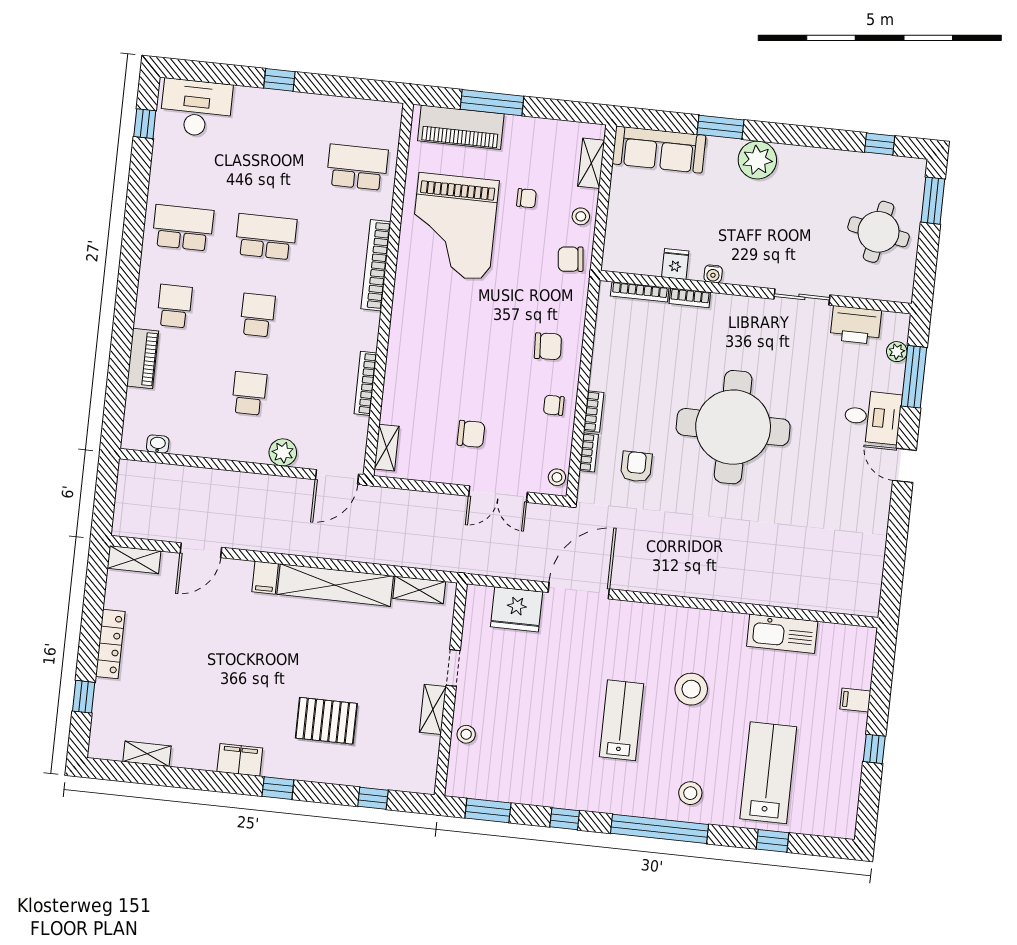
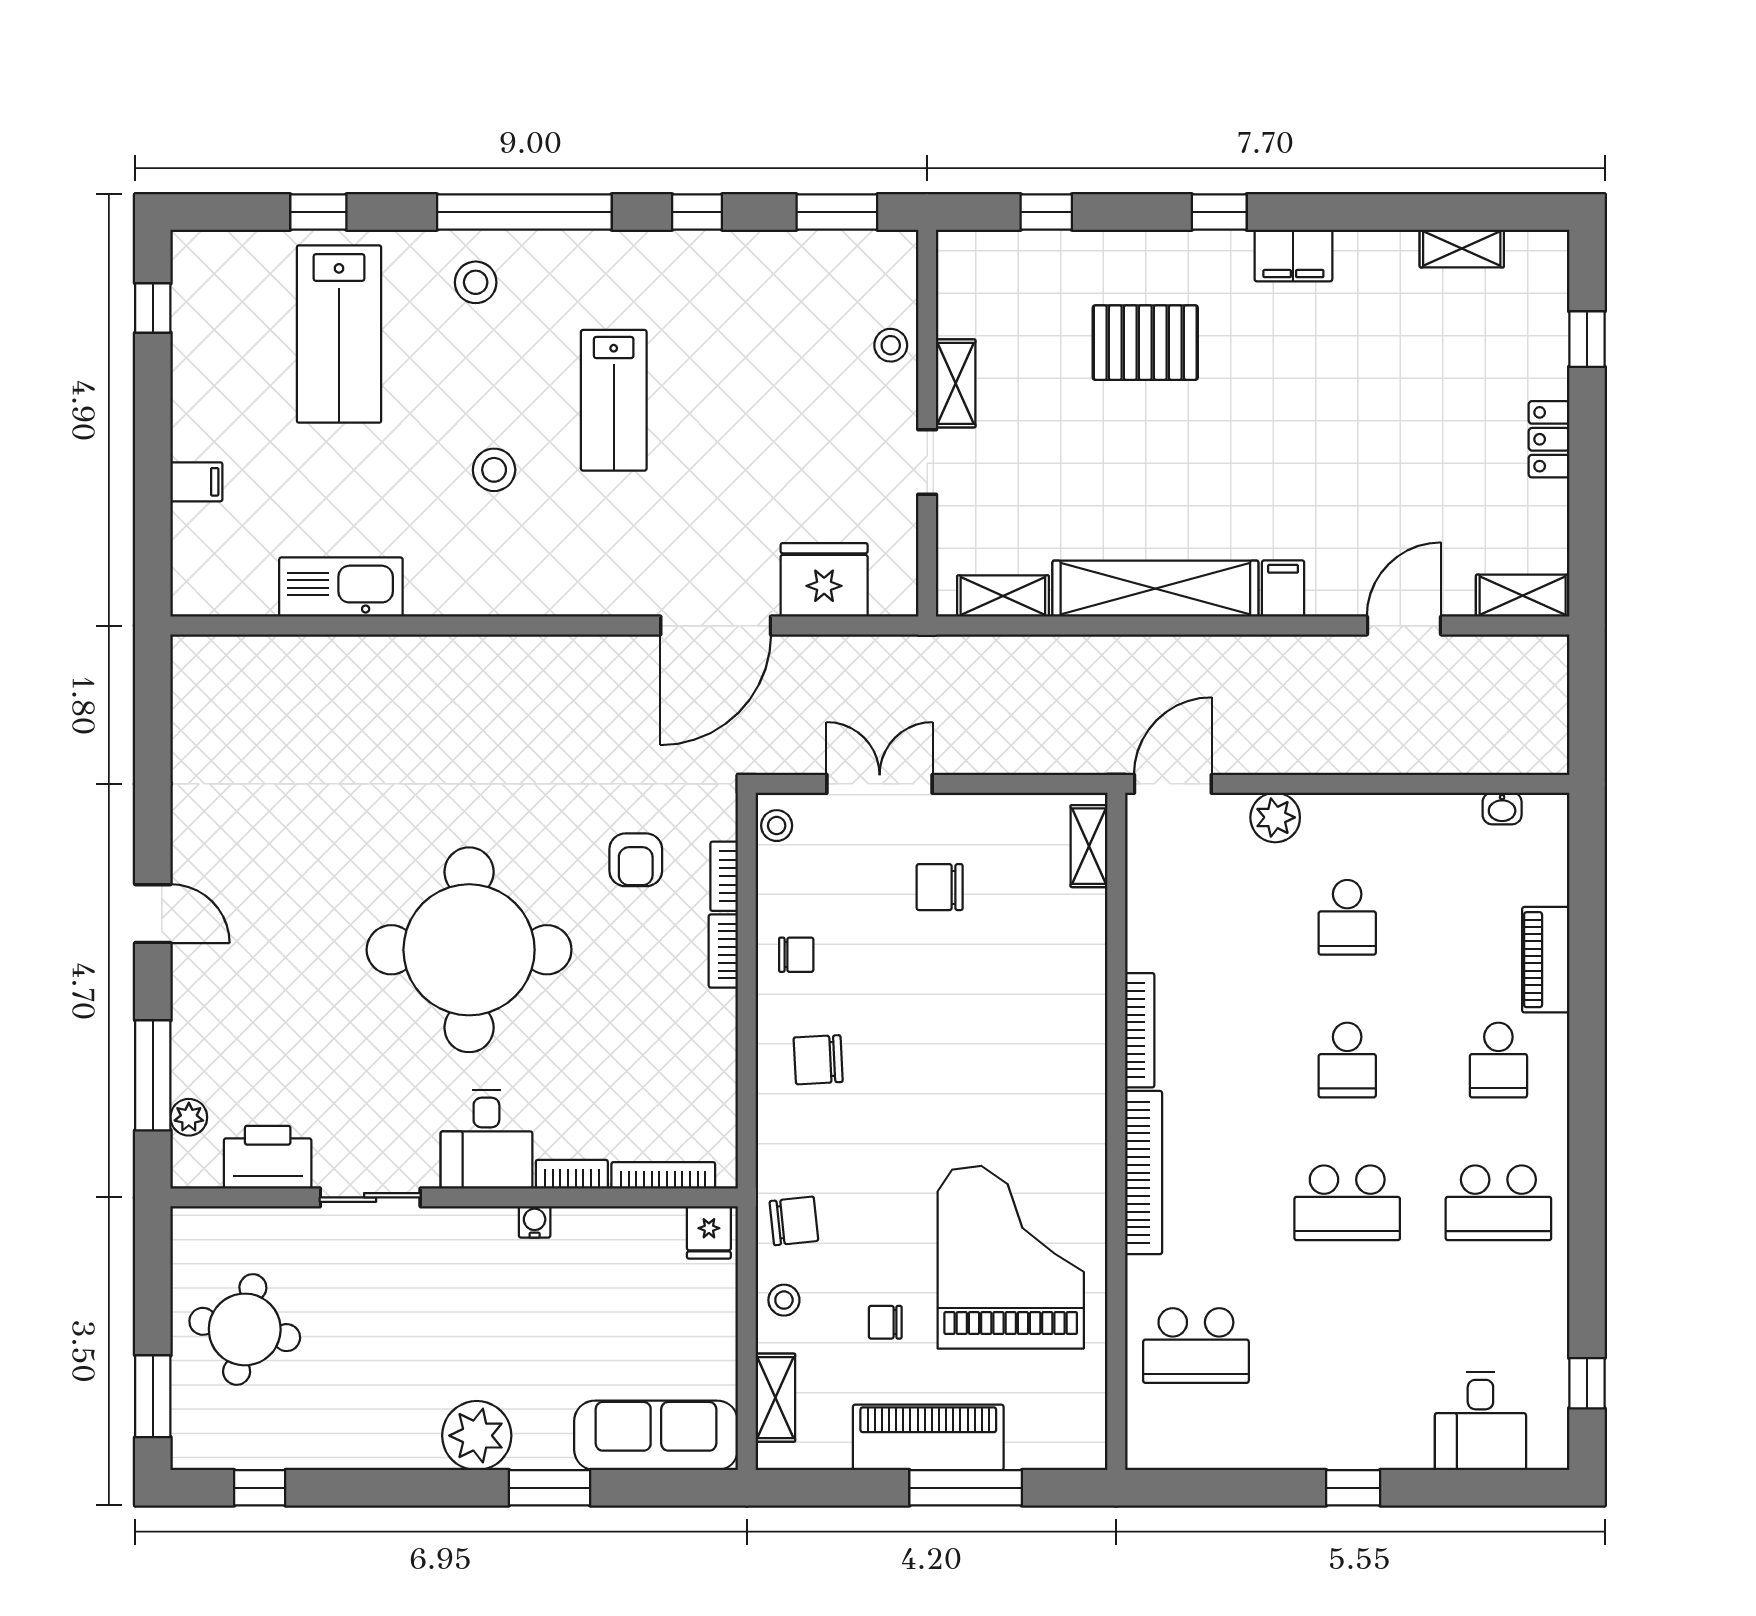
desk: (196, 108) -> (1480, 1421), width x0.73
piano: (461, 127) -> (928, 1437), moved
fridge: (675, 264) -> (709, 1232), moved
bookcase: (365, 383) -> (1140, 1030), moved
desk: (873, 417) -> (486, 1139), moved, turned -90
locker: (110, 644) -> (1549, 439), width x0.66
stool: (691, 689) -> (494, 470), width x0.73, depth x0.73
window: (874, 749) -> (153, 308), moved

